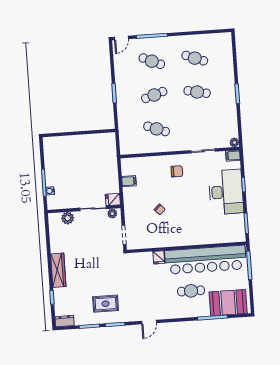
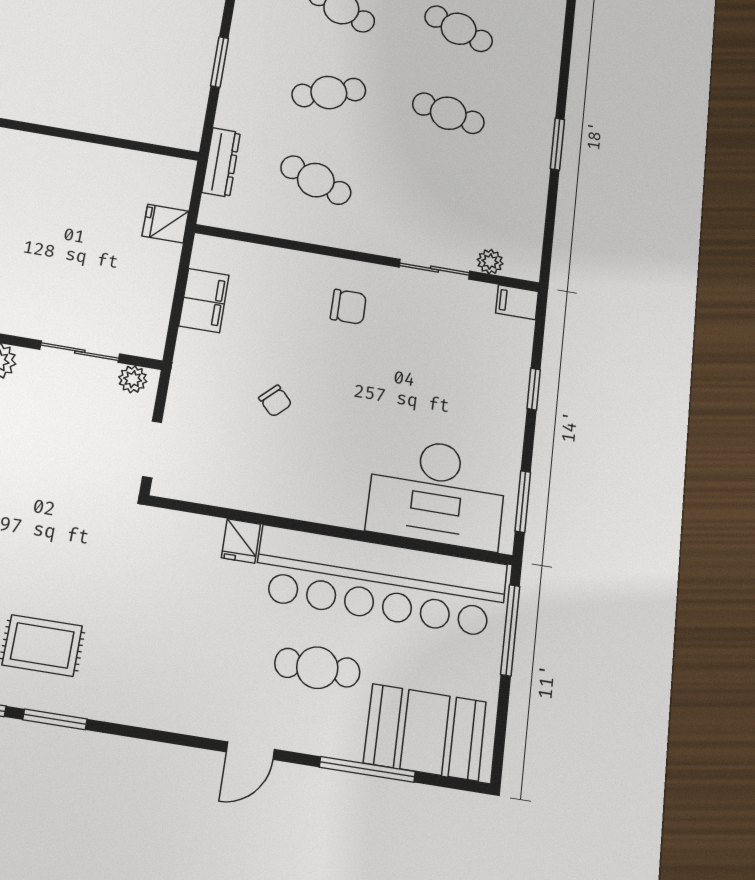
dresser: (123, 131) -> (221, 162), added
plant: (234, 142) -> (490, 262), moved
filing cabinet: (129, 181) -> (204, 300), width x2.00
desk: (226, 192) -> (437, 492), moved, turned 90
fridge: (113, 199) -> (165, 224), moved
door: (149, 322) -> (250, 751), moved

